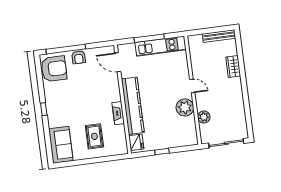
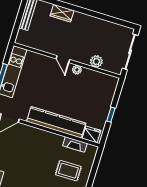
door: (192, 86) -> (63, 59), swing flipped
plant: (185, 107) -> (77, 70), width x0.53, depth x0.53
fireplace: (118, 113) -> (75, 144), moved

